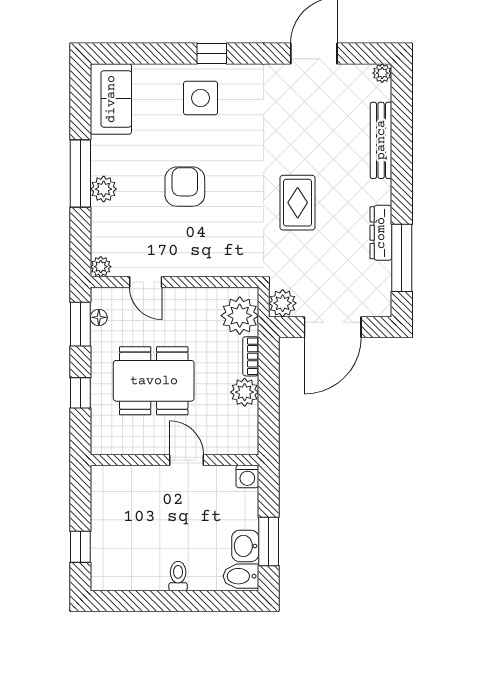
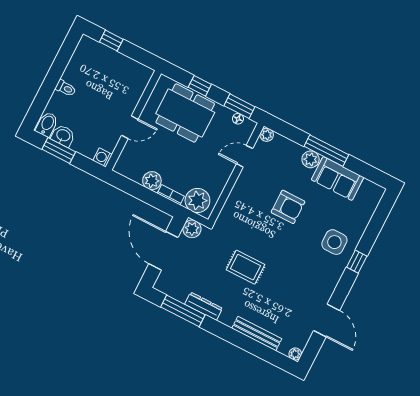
sofa: (111, 99) -> (338, 179), moved
dining table: (154, 381) -> (185, 113), moved, turned 90

